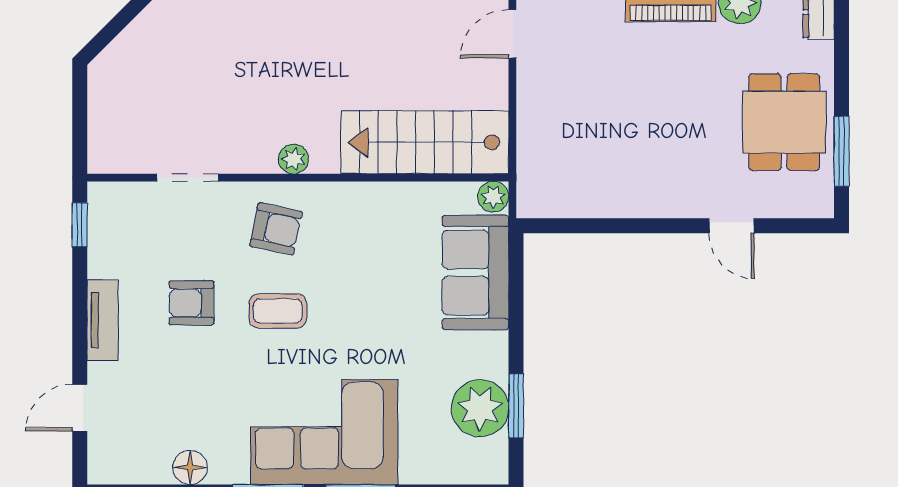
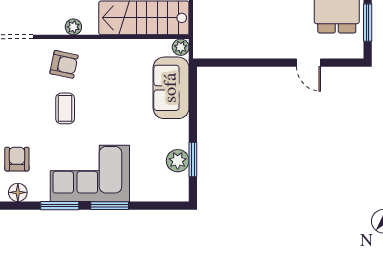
armchair: (191, 303) -> (17, 159), moved, turned 90
coffee table: (278, 311) -> (65, 108), turned 90
plant: (480, 408) -> (178, 161), width x0.73, depth x0.73

